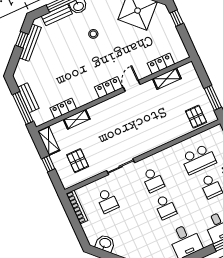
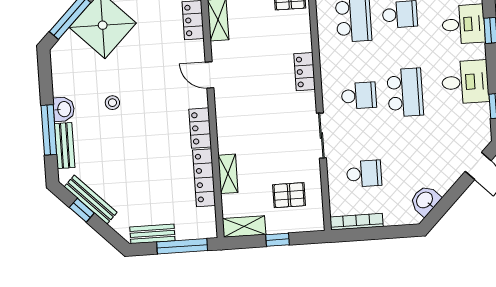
locker: (109, 87) -> (200, 128), moved
bench: (28, 98) -> (152, 234), moved
locker: (63, 108) -> (204, 178), width x1.53
locker: (155, 142) -> (305, 72), added
school desk: (165, 207) -> (405, 93), width x1.85

